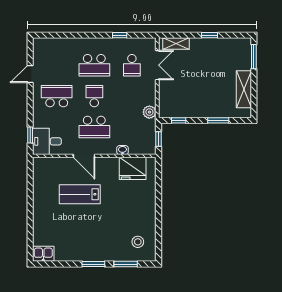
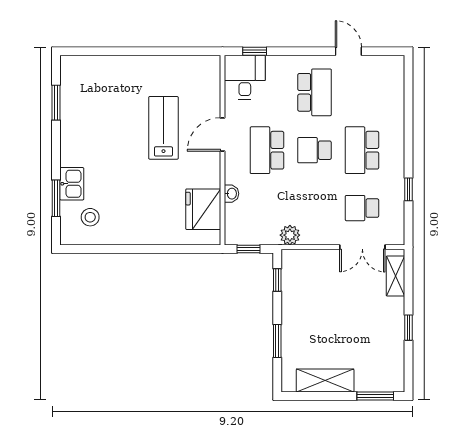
school desk: (94, 96) -> (314, 150), turned 180
kitchen sink: (43, 254) -> (72, 184), moved
window: (93, 264) -> (56, 103), moved

